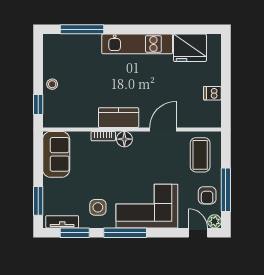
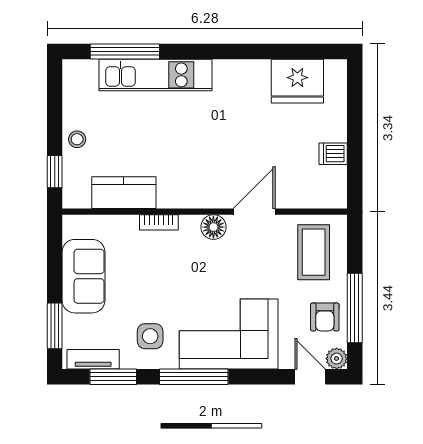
kitchen unit: (137, 44) -> (155, 75), moved
kitchen counter: (119, 118) -> (124, 193), moved
floor lamp: (124, 139) -> (213, 227), moved
sofa: (56, 154) -> (83, 276), moved

